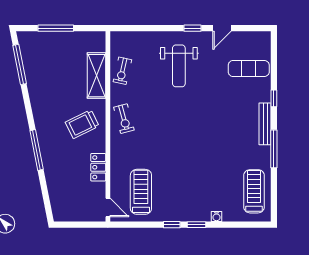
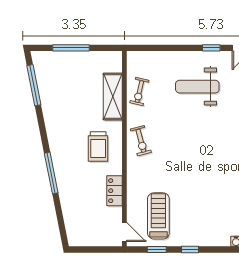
weight bench: (179, 66) -> (197, 87), turned 90
trolley: (82, 124) -> (98, 146), turned -64
window: (197, 225) -> (157, 250), moved

